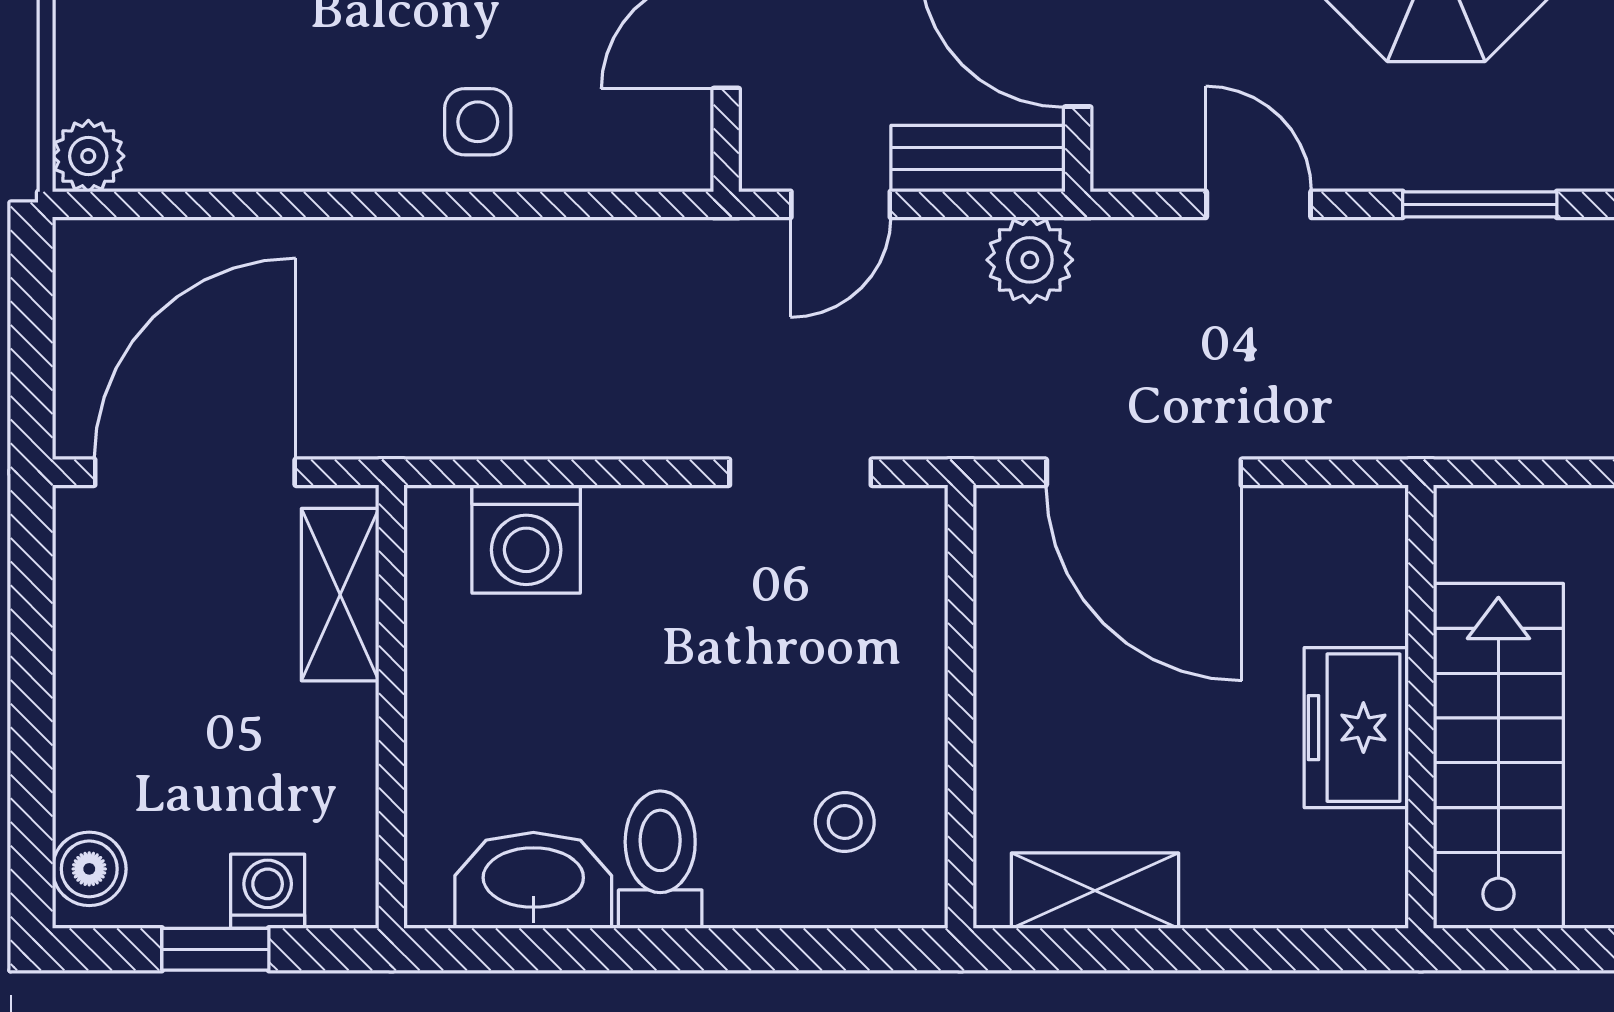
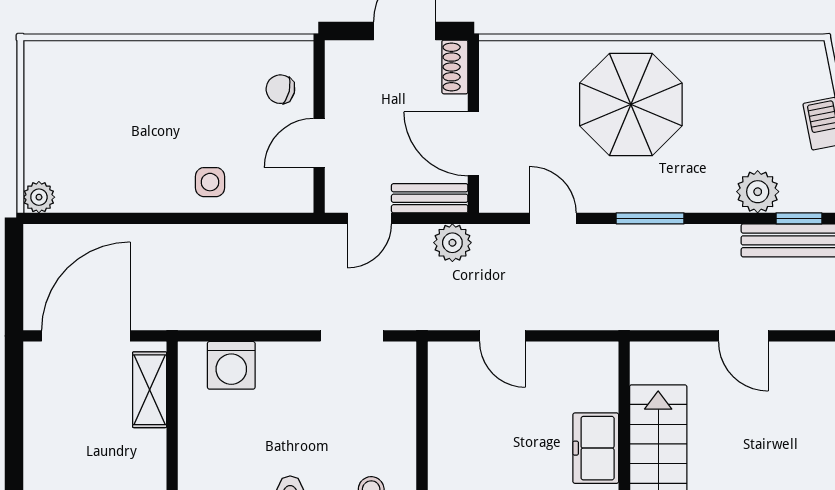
door: (1144, 472) -> (503, 336), width x0.53

